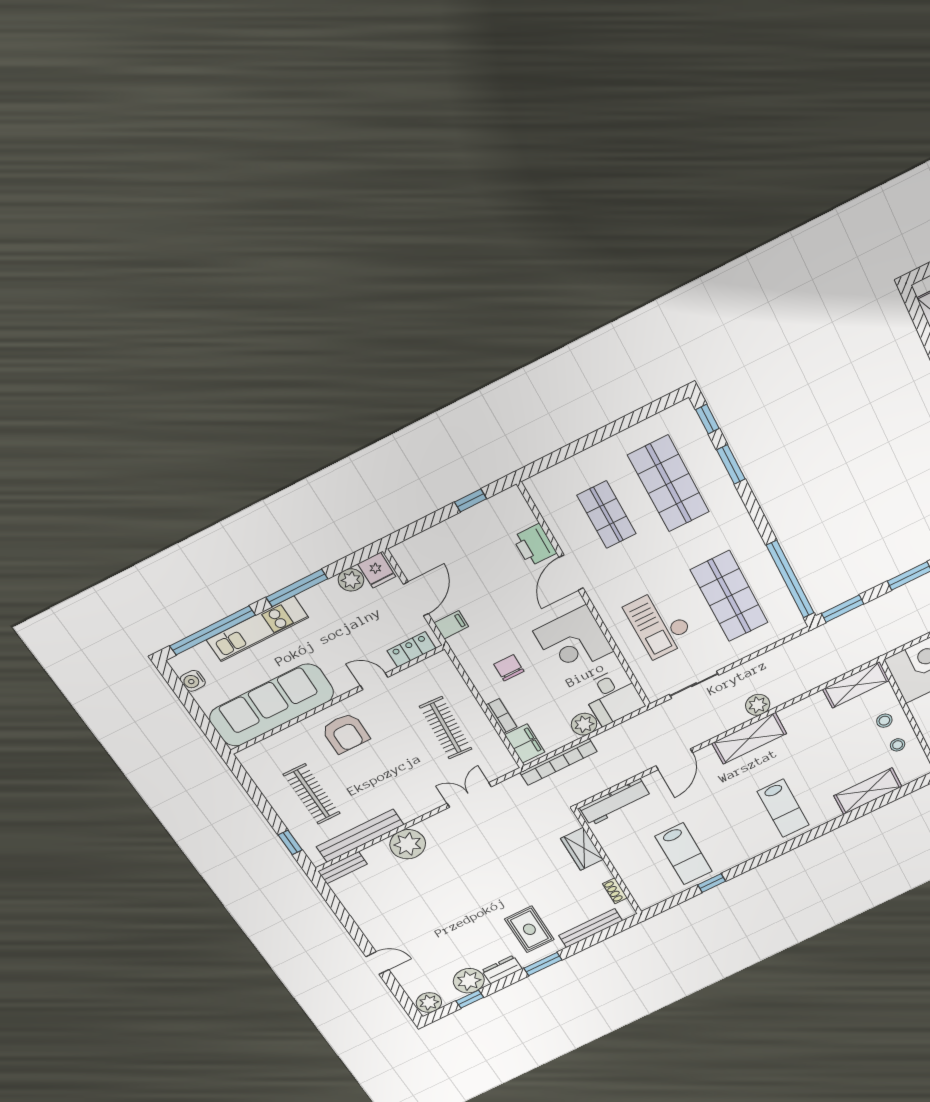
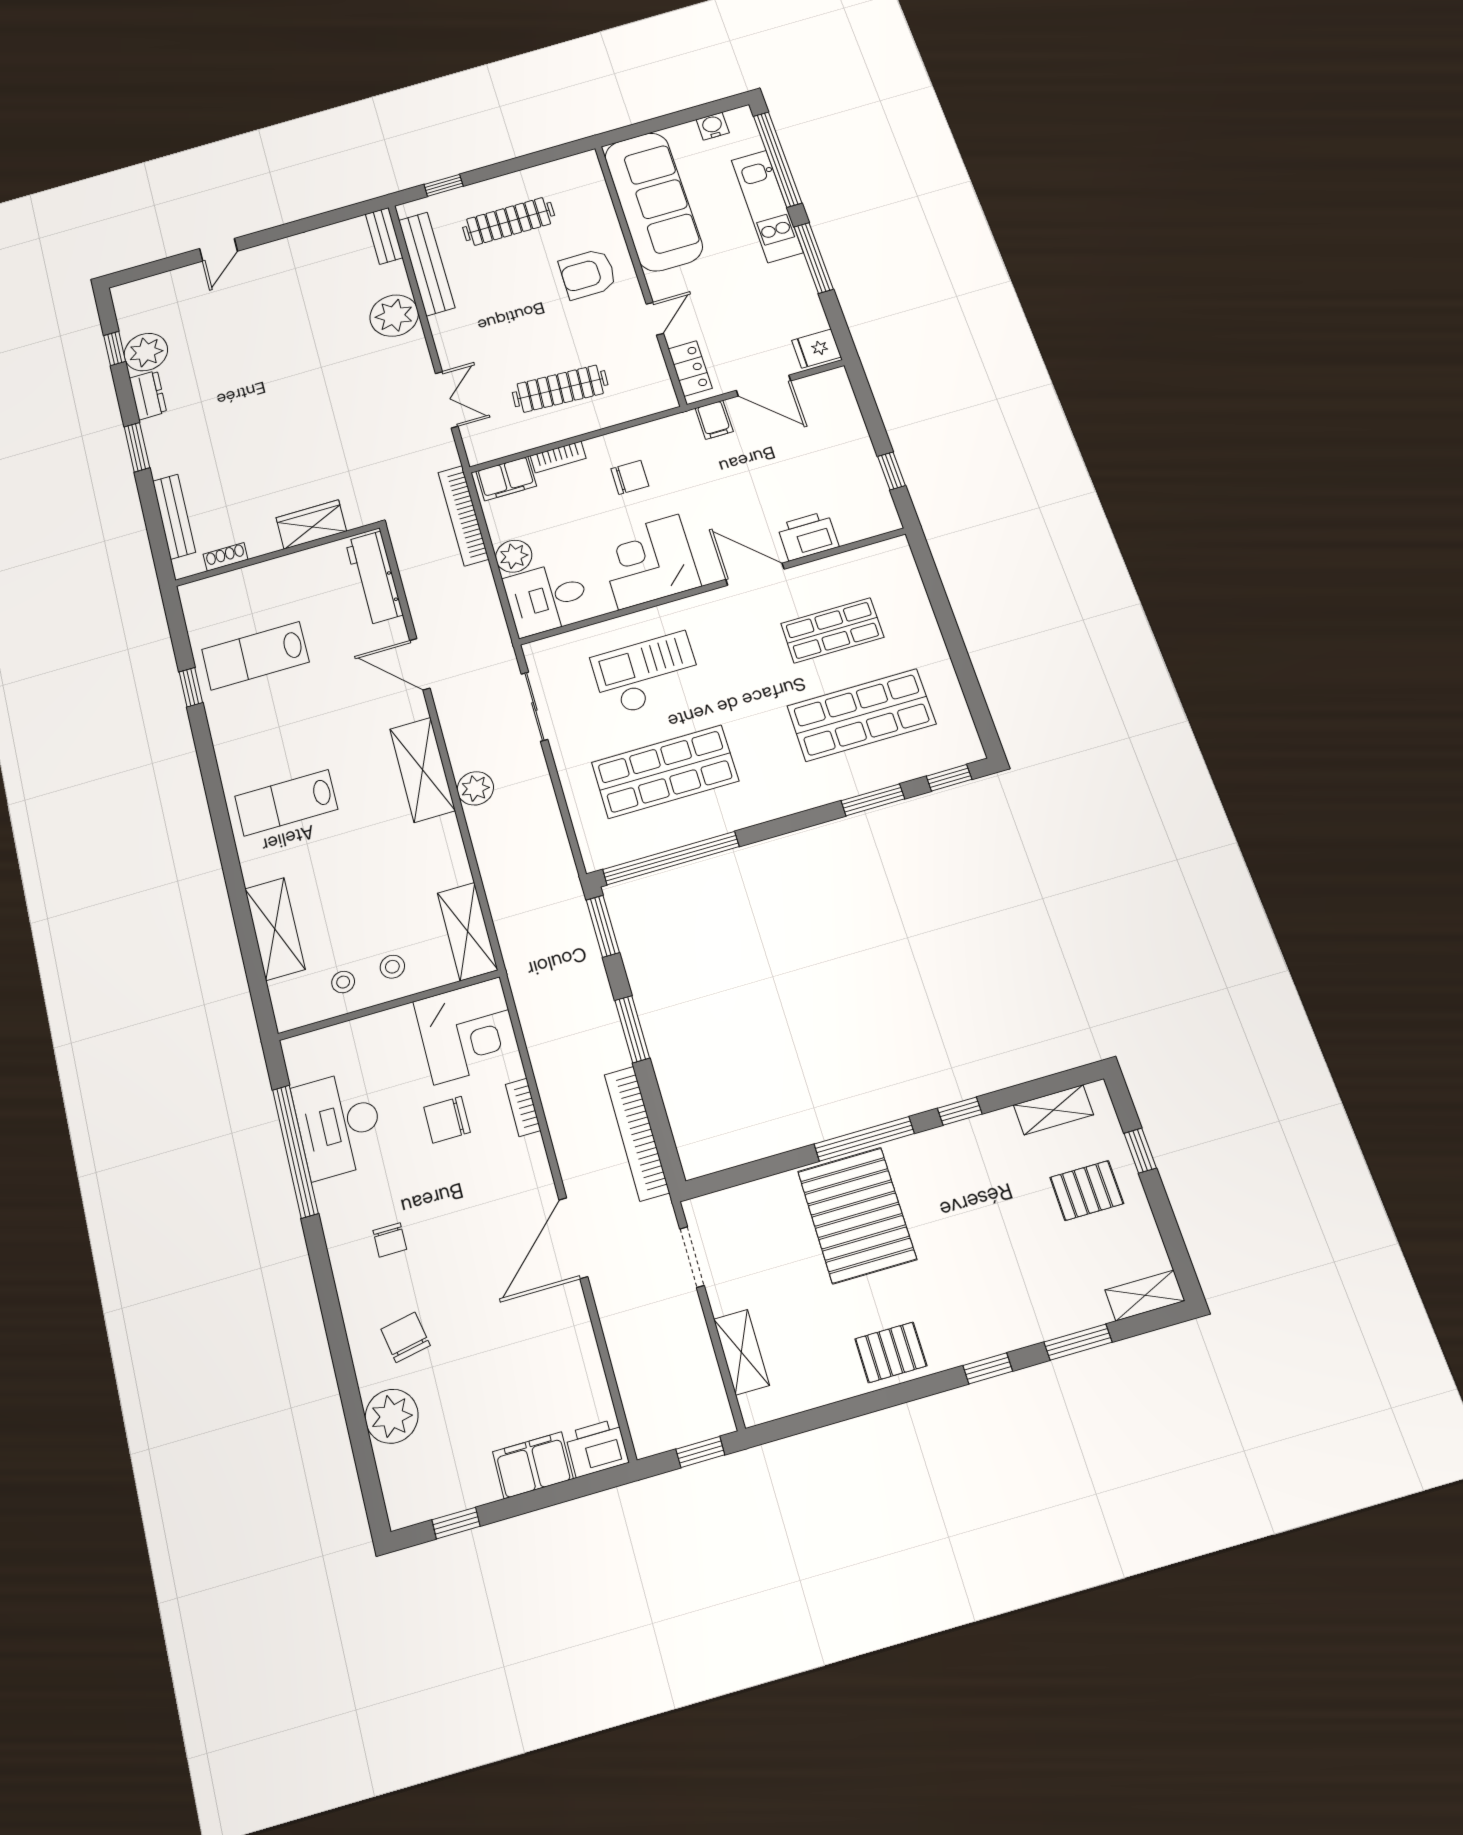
plant: (351, 580) -> (810, 318), removed
rug: (529, 929) -> (202, 439), removed
plant: (429, 1003) -> (129, 299), removed

